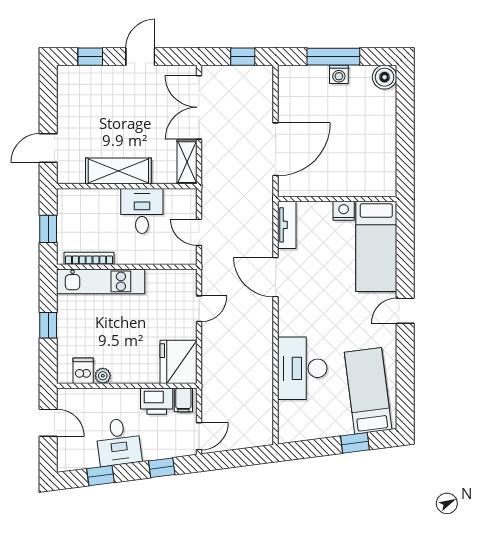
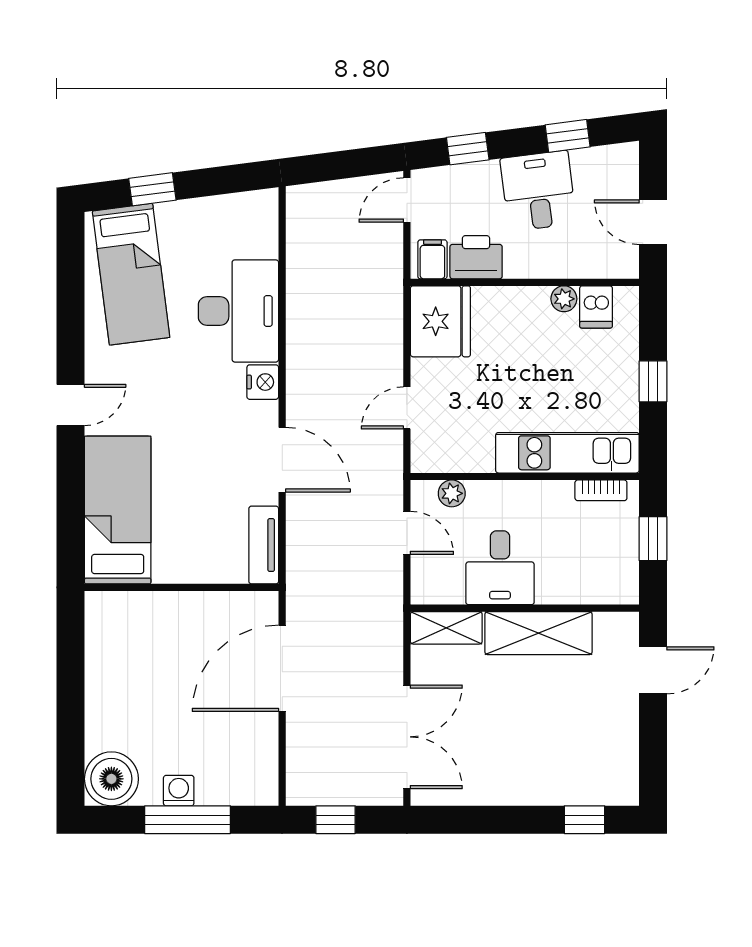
door: (140, 57) -> (503, 820), removed
boiler: (385, 77) -> (111, 779), width x1.37, depth x1.37
shelving: (187, 162) -> (446, 628), moved, turned 90
nightstand: (344, 211) -> (263, 382), moved, turned -90
plant: (172, 256) -> (452, 493), added
bookcase: (89, 258) -> (601, 490), width x0.64

